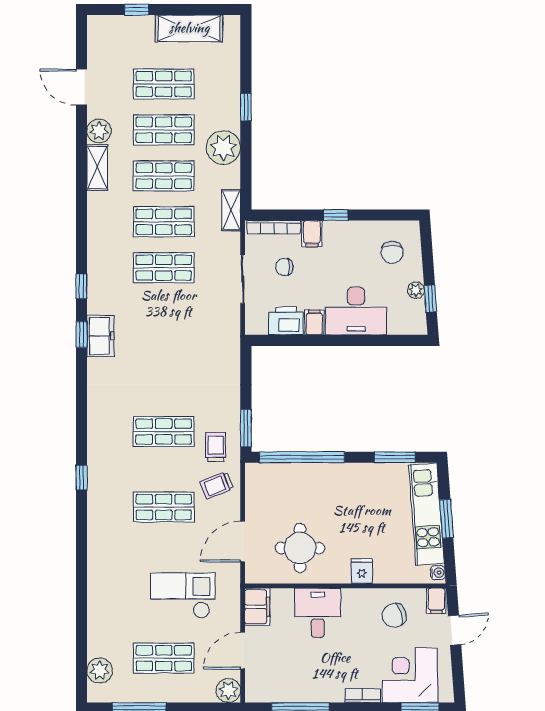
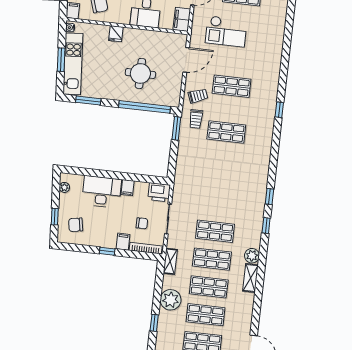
plant: (99, 131) -> (252, 256), moved
shelving: (97, 168) -> (250, 278), moved
chair: (392, 252) -> (76, 225), turned -100
plant: (416, 290) -> (64, 187), moved
window: (430, 299) -> (55, 217), moved
printer: (286, 321) -> (159, 192), moved
freezer: (100, 336) -> (258, 194), removed
round table: (300, 548) -> (140, 73), moved

